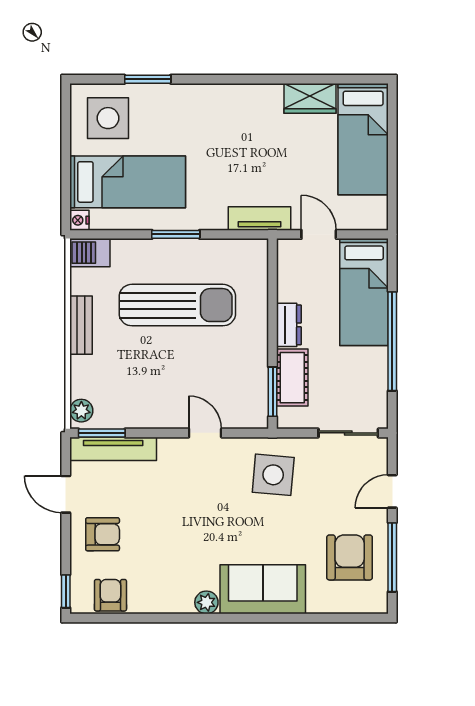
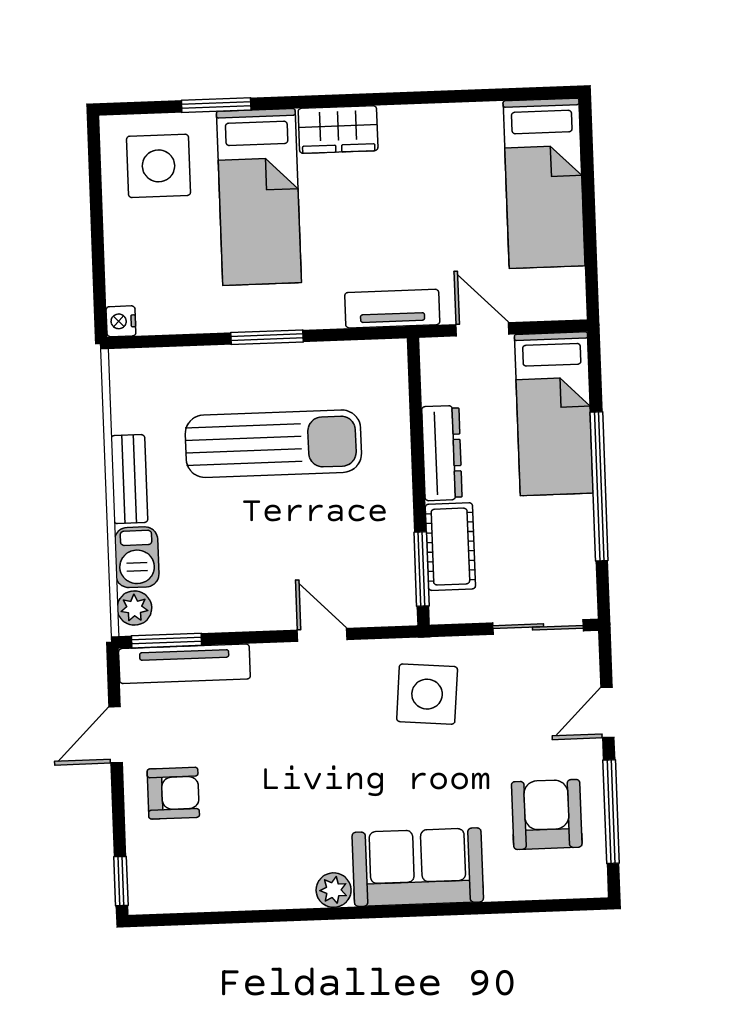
wardrobe: (310, 98) -> (338, 129), moved
bed: (128, 182) -> (259, 197), moved, turned 90
barbecue: (90, 253) -> (137, 557), moved, turned -90
dresser: (289, 325) -> (442, 453), width x1.44
door: (66, 494) -> (116, 735), hinge flipped
armchair: (110, 595) -> (189, 884), removed

